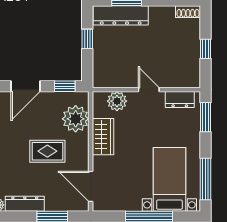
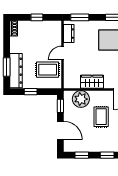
rug: (122, 66) -> (48, 70), added
plant: (117, 101) -> (70, 73), removed

